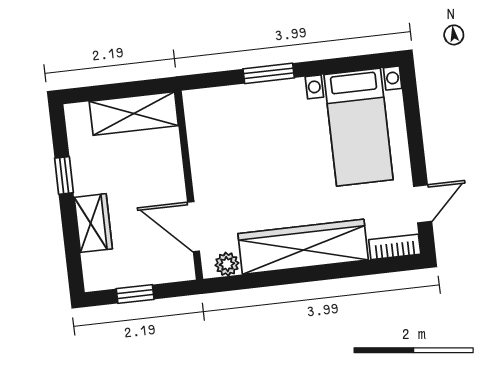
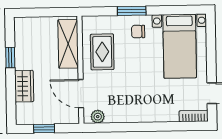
chair: (283, 108) -> (138, 32), added
shelving: (134, 113) -> (68, 44), moved, turned 90
rug: (224, 150) -> (102, 52), added
wardrobe: (303, 247) -> (142, 111), removed

